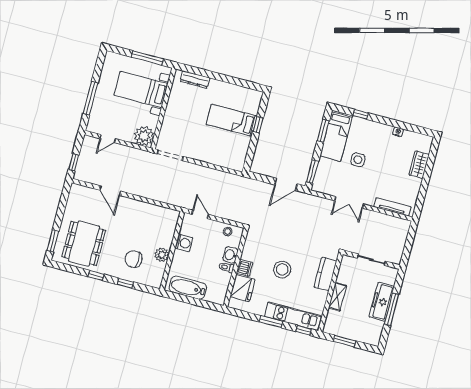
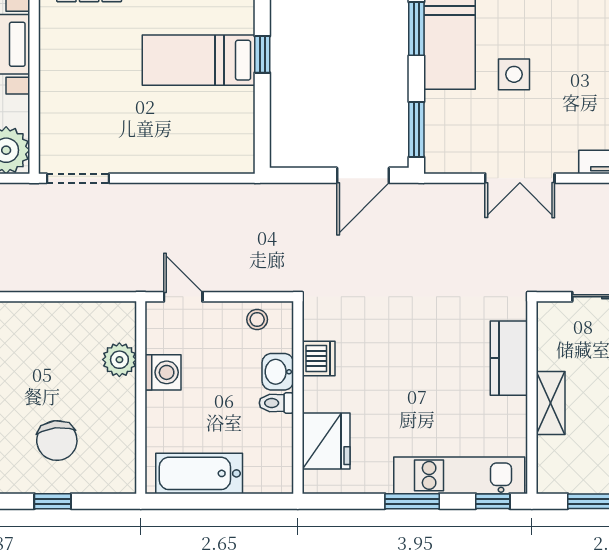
plant: (162, 255) -> (119, 360), moved
chair: (134, 259) -> (57, 441), turned -96
dishwasher: (245, 268) -> (319, 358), moved
stool: (282, 270) -> (406, 374), removed

